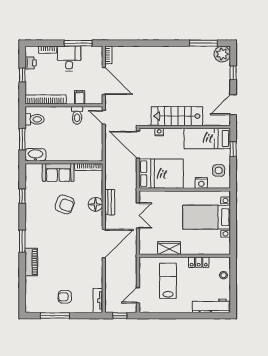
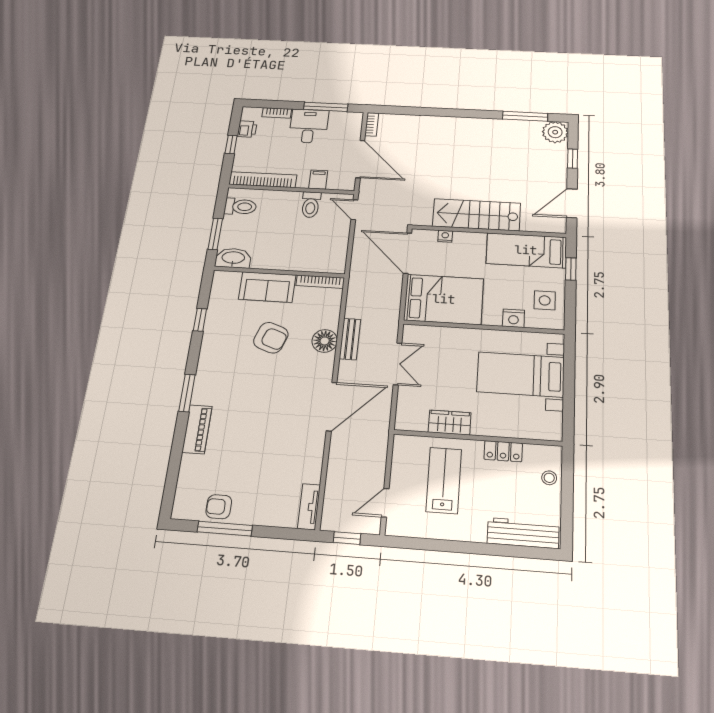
armchair: (65, 297) -> (219, 507), moved

